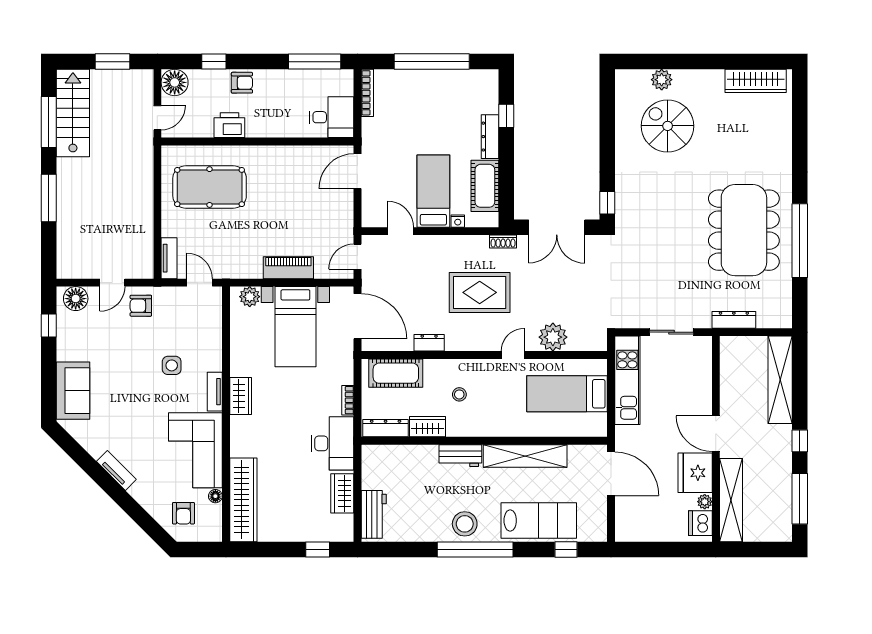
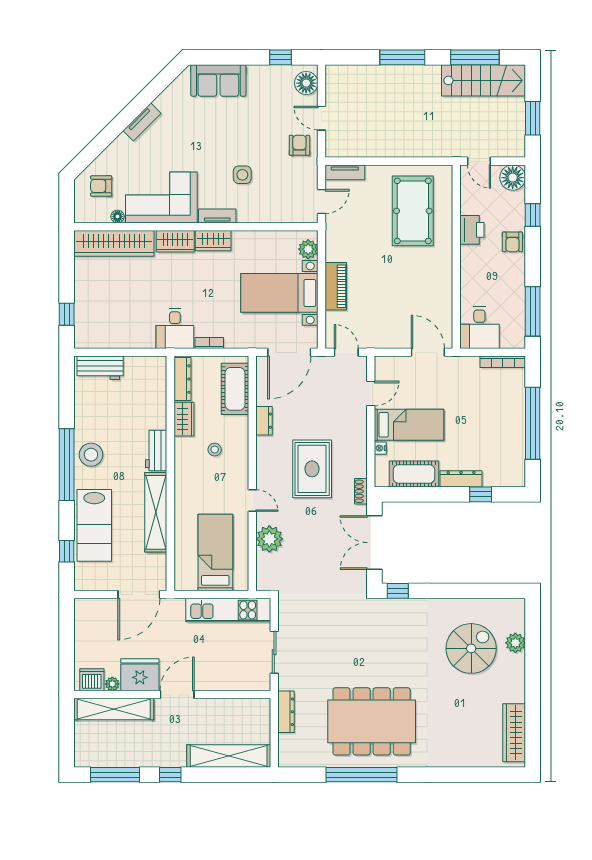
desk: (333, 443) -> (175, 329), width x0.73
wardrobe: (342, 493) -> (175, 241), moved, turned 180

